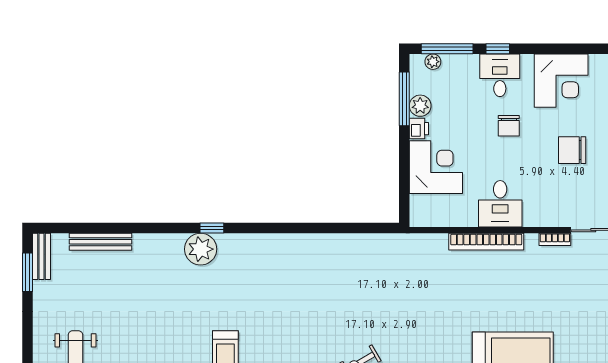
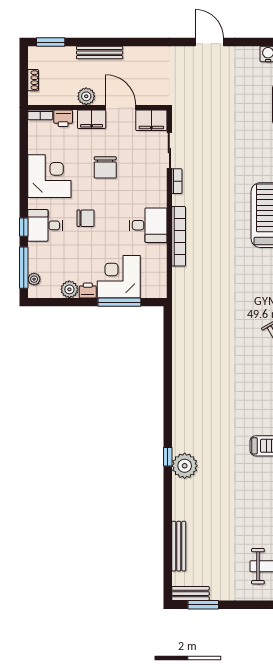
window: (404, 99) -> (119, 302), moved

